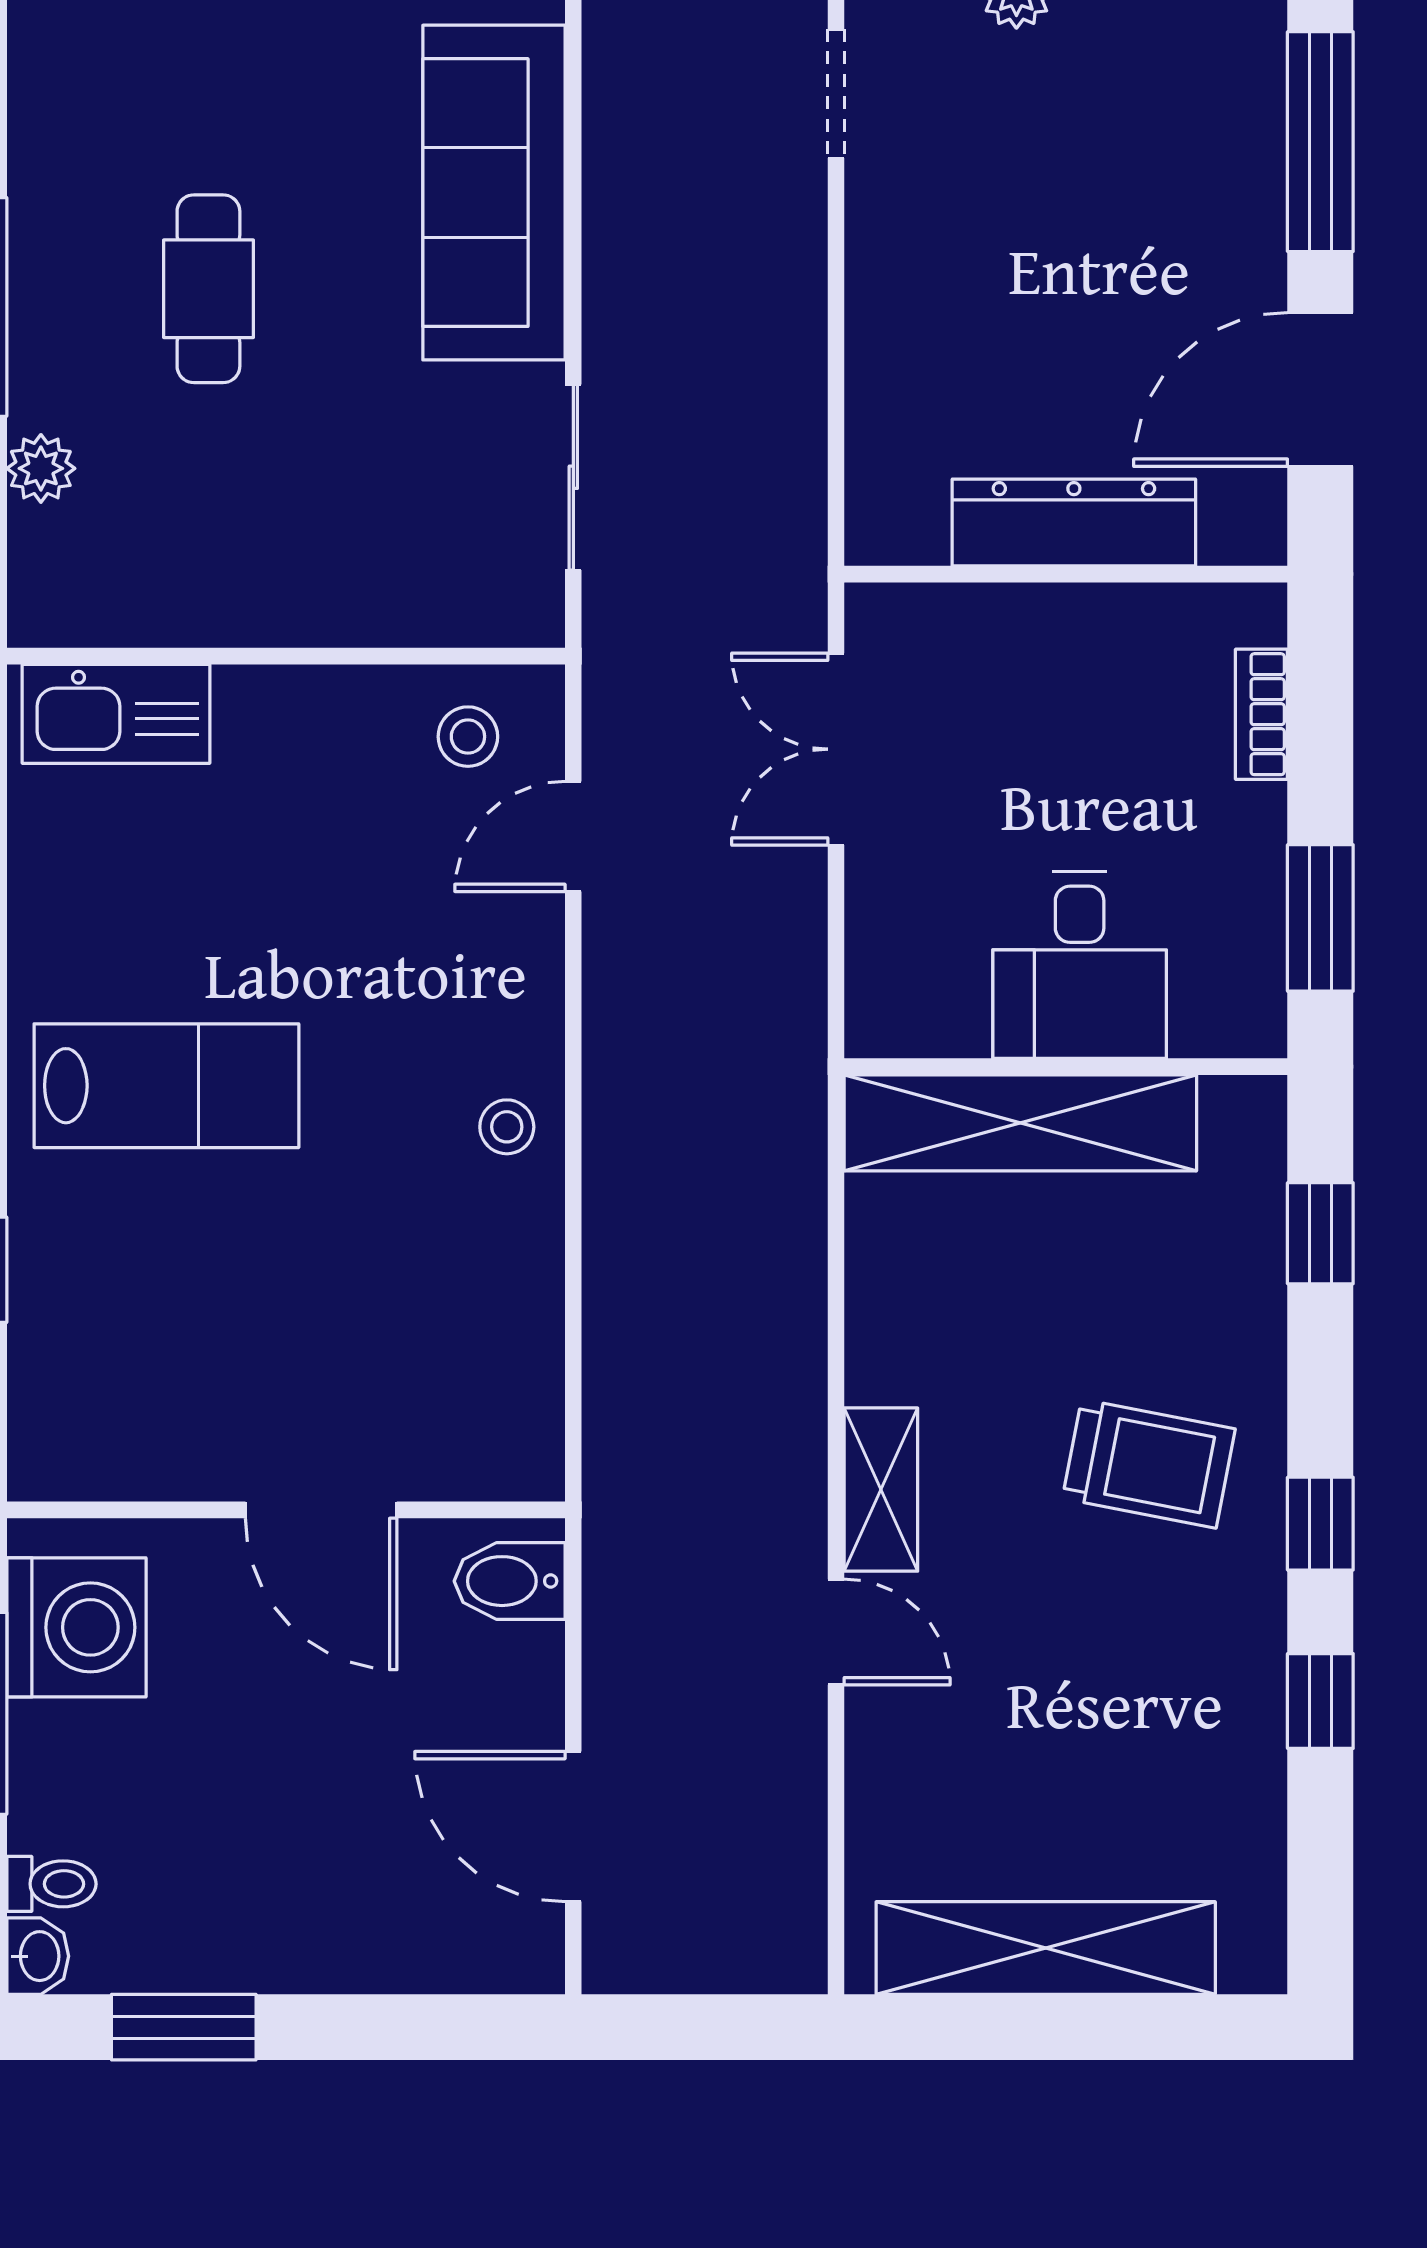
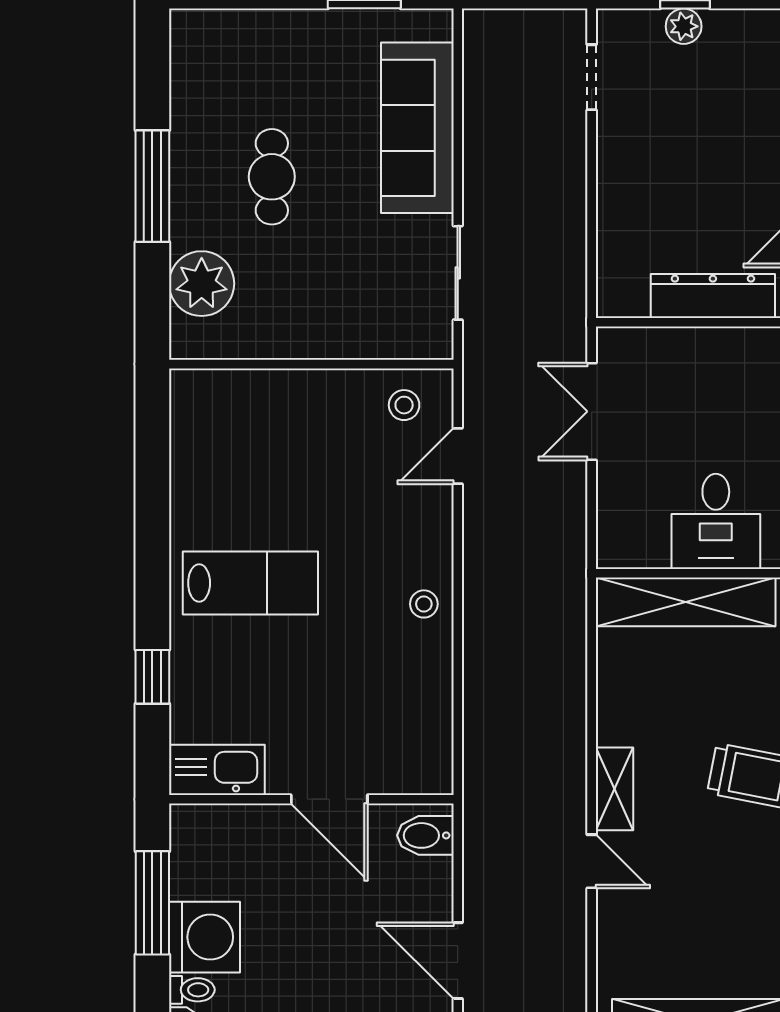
plant: (41, 468) -> (202, 284), width x1.87, depth x1.87
kitchen sink: (116, 714) -> (217, 770), moved, turned 180
washing machine: (76, 1627) -> (205, 937), moved

